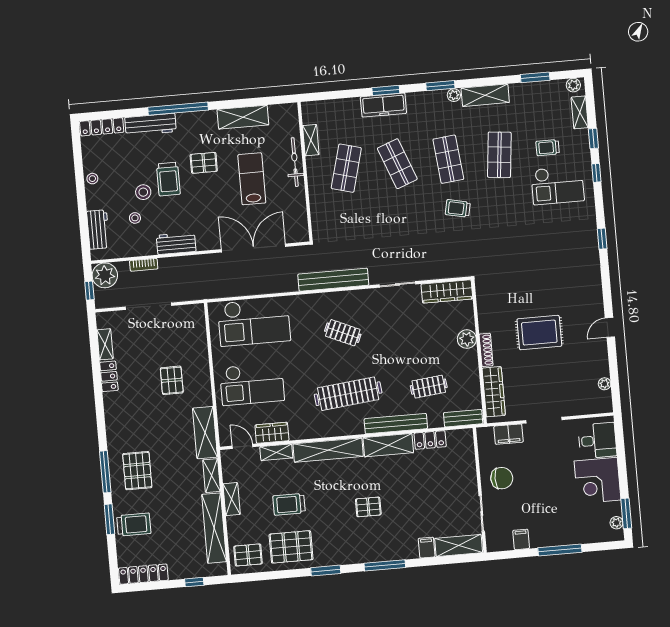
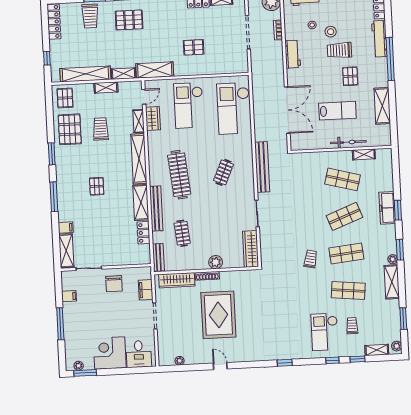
rug: (539, 333) -> (218, 315), width x1.37, depth x1.44

